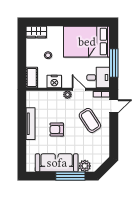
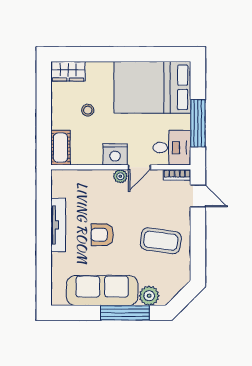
nightstand: (54, 82) -> (115, 154), moved
door: (79, 89) -> (139, 167), swing flipped
door: (114, 106) -> (198, 196), hinge flipped
coffee table: (90, 120) -> (161, 241), moved, turned -49

